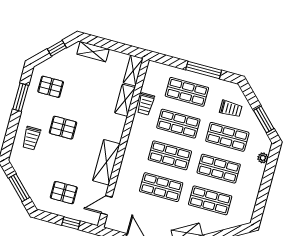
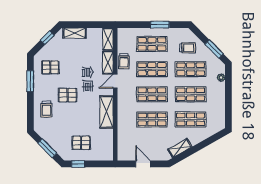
window: (204, 70) -> (160, 25), width x0.69
door: (107, 205) -> (115, 81), moved
window: (71, 223) -> (78, 164), moved

